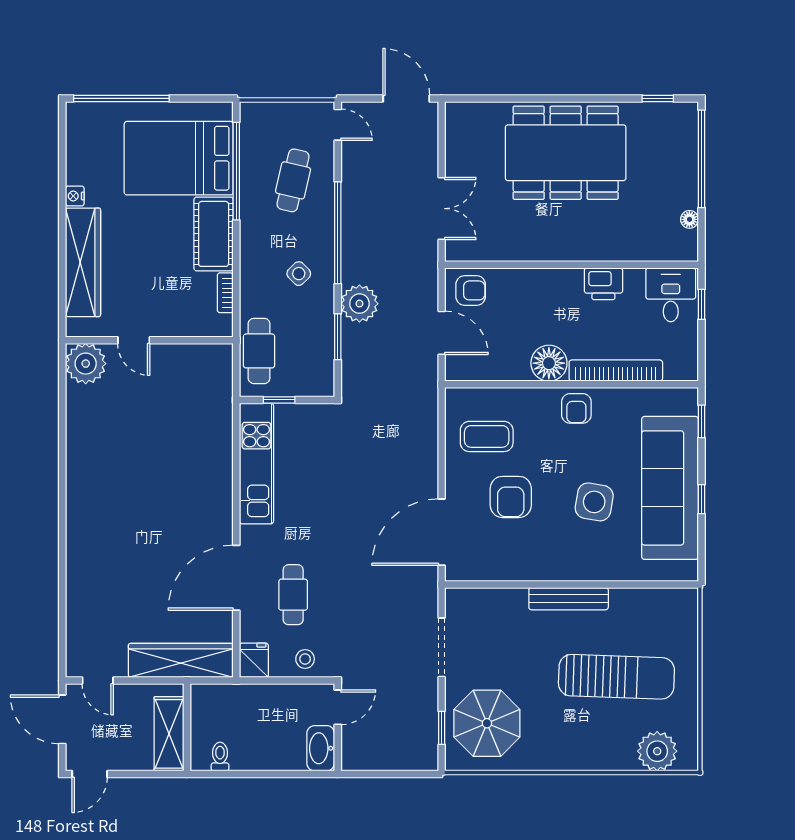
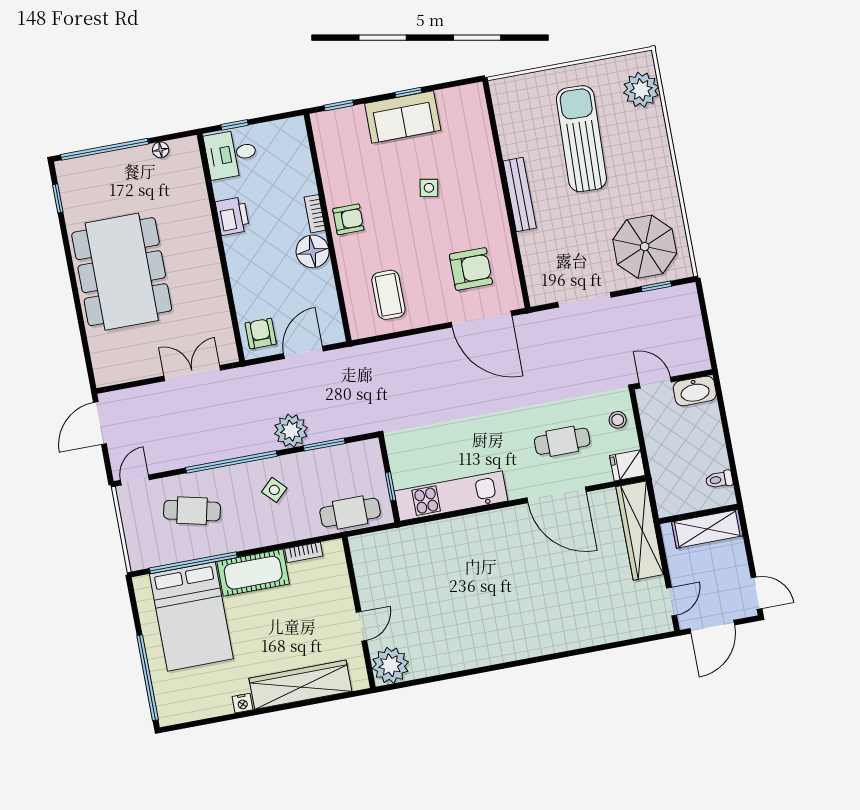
bookcase: (616, 371) -> (315, 214), width x0.43, depth x0.76
sofa: (670, 488) -> (403, 117), width x0.54, depth x0.79
armchair: (511, 497) -> (471, 269), moved
side table: (594, 502) -> (429, 188), width x0.54, depth x0.54

